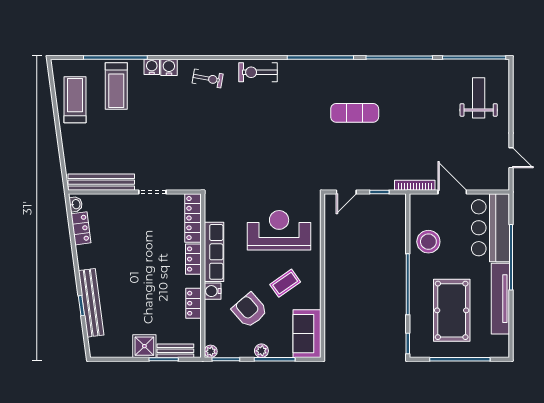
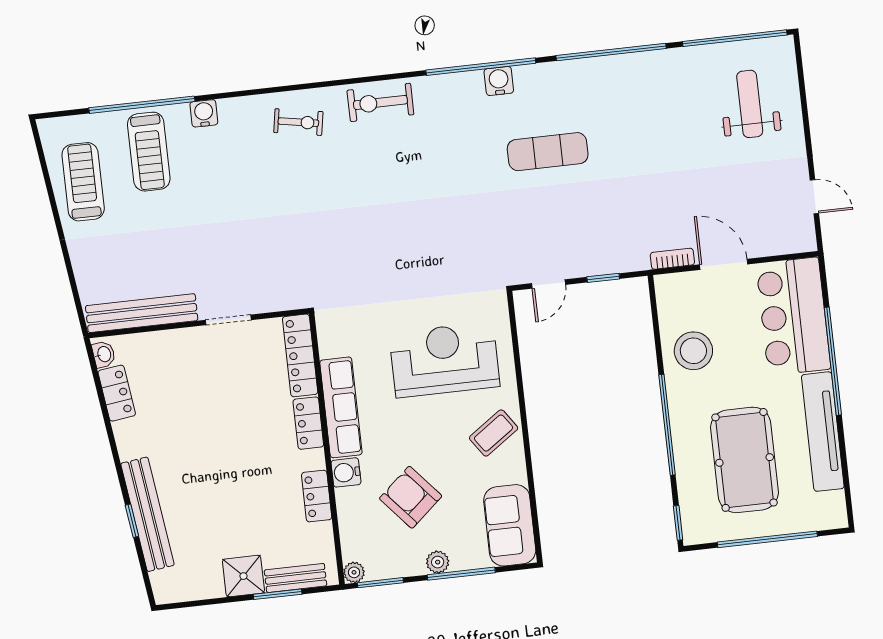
water cooler: (169, 67) -> (499, 81), moved
bookcase: (415, 185) -> (672, 259), width x0.64
coffee table: (285, 283) -> (494, 433), moved

